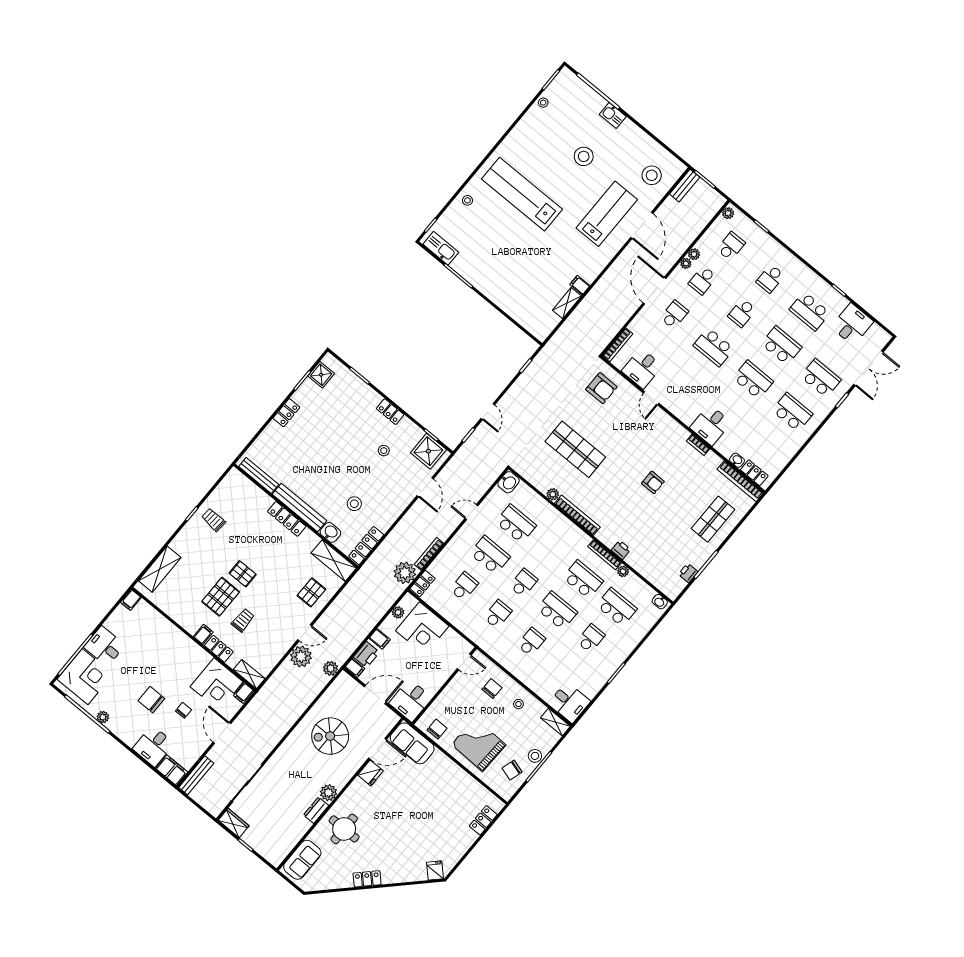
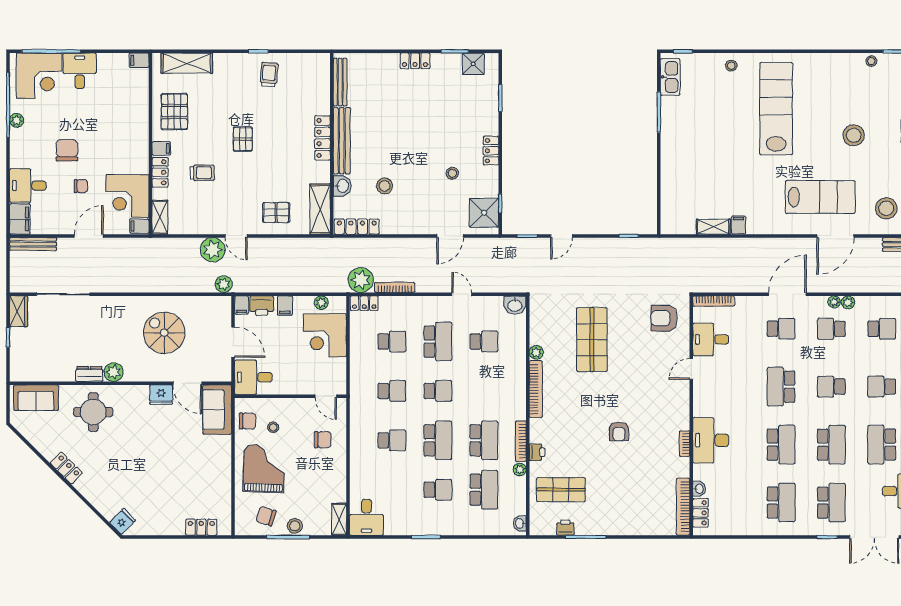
armchair: (601, 388) -> (664, 318), turned 90
desk: (711, 425) -> (711, 440), width x1.37
shop shelf: (713, 519) -> (561, 490), moved
school desk: (516, 524) -> (484, 341), width x0.54
pallet: (221, 597) -> (174, 112), moved, turned 90
stool: (518, 704) -> (273, 427), moved

